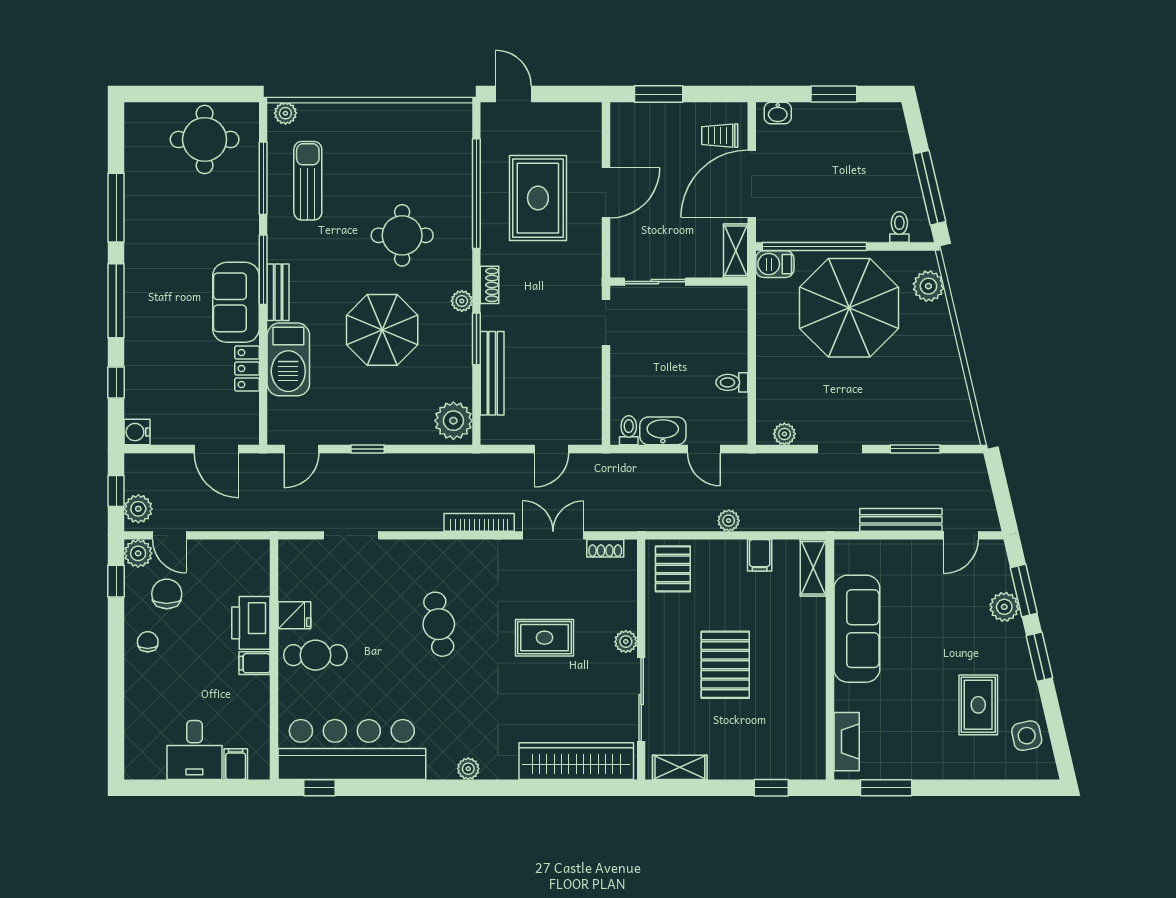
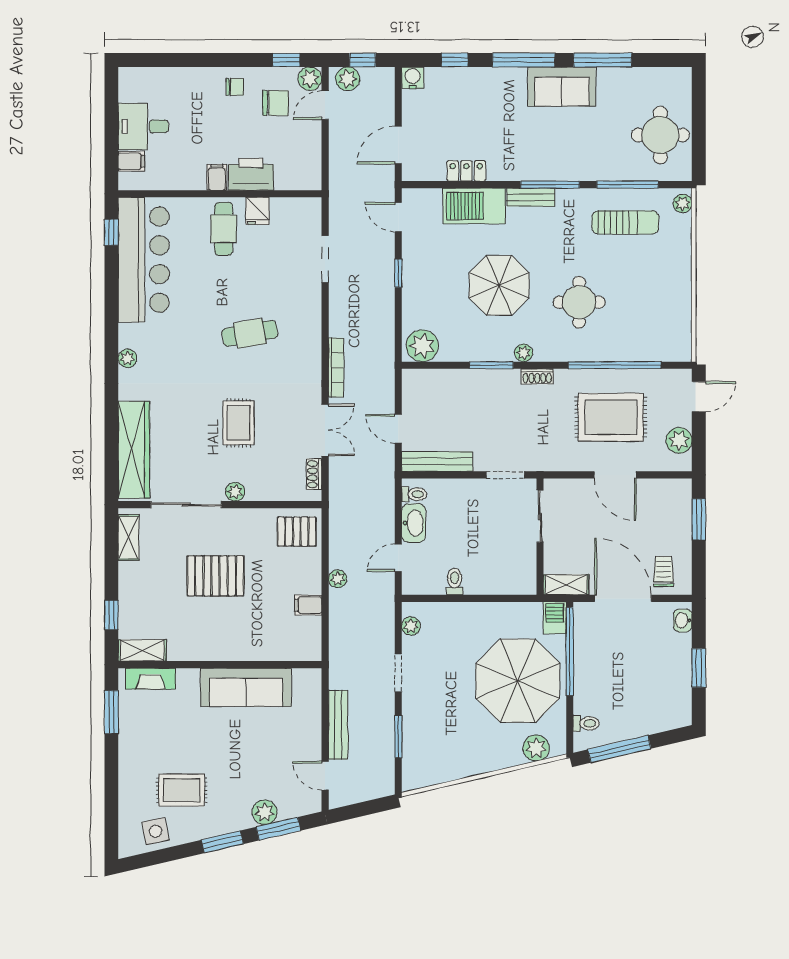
plant: (565, 117) -> (679, 440), added
sofa: (236, 302) -> (562, 87), moved, turned 180
bench: (492, 373) -> (437, 462), moved
shelving: (813, 568) -> (142, 650), moved

